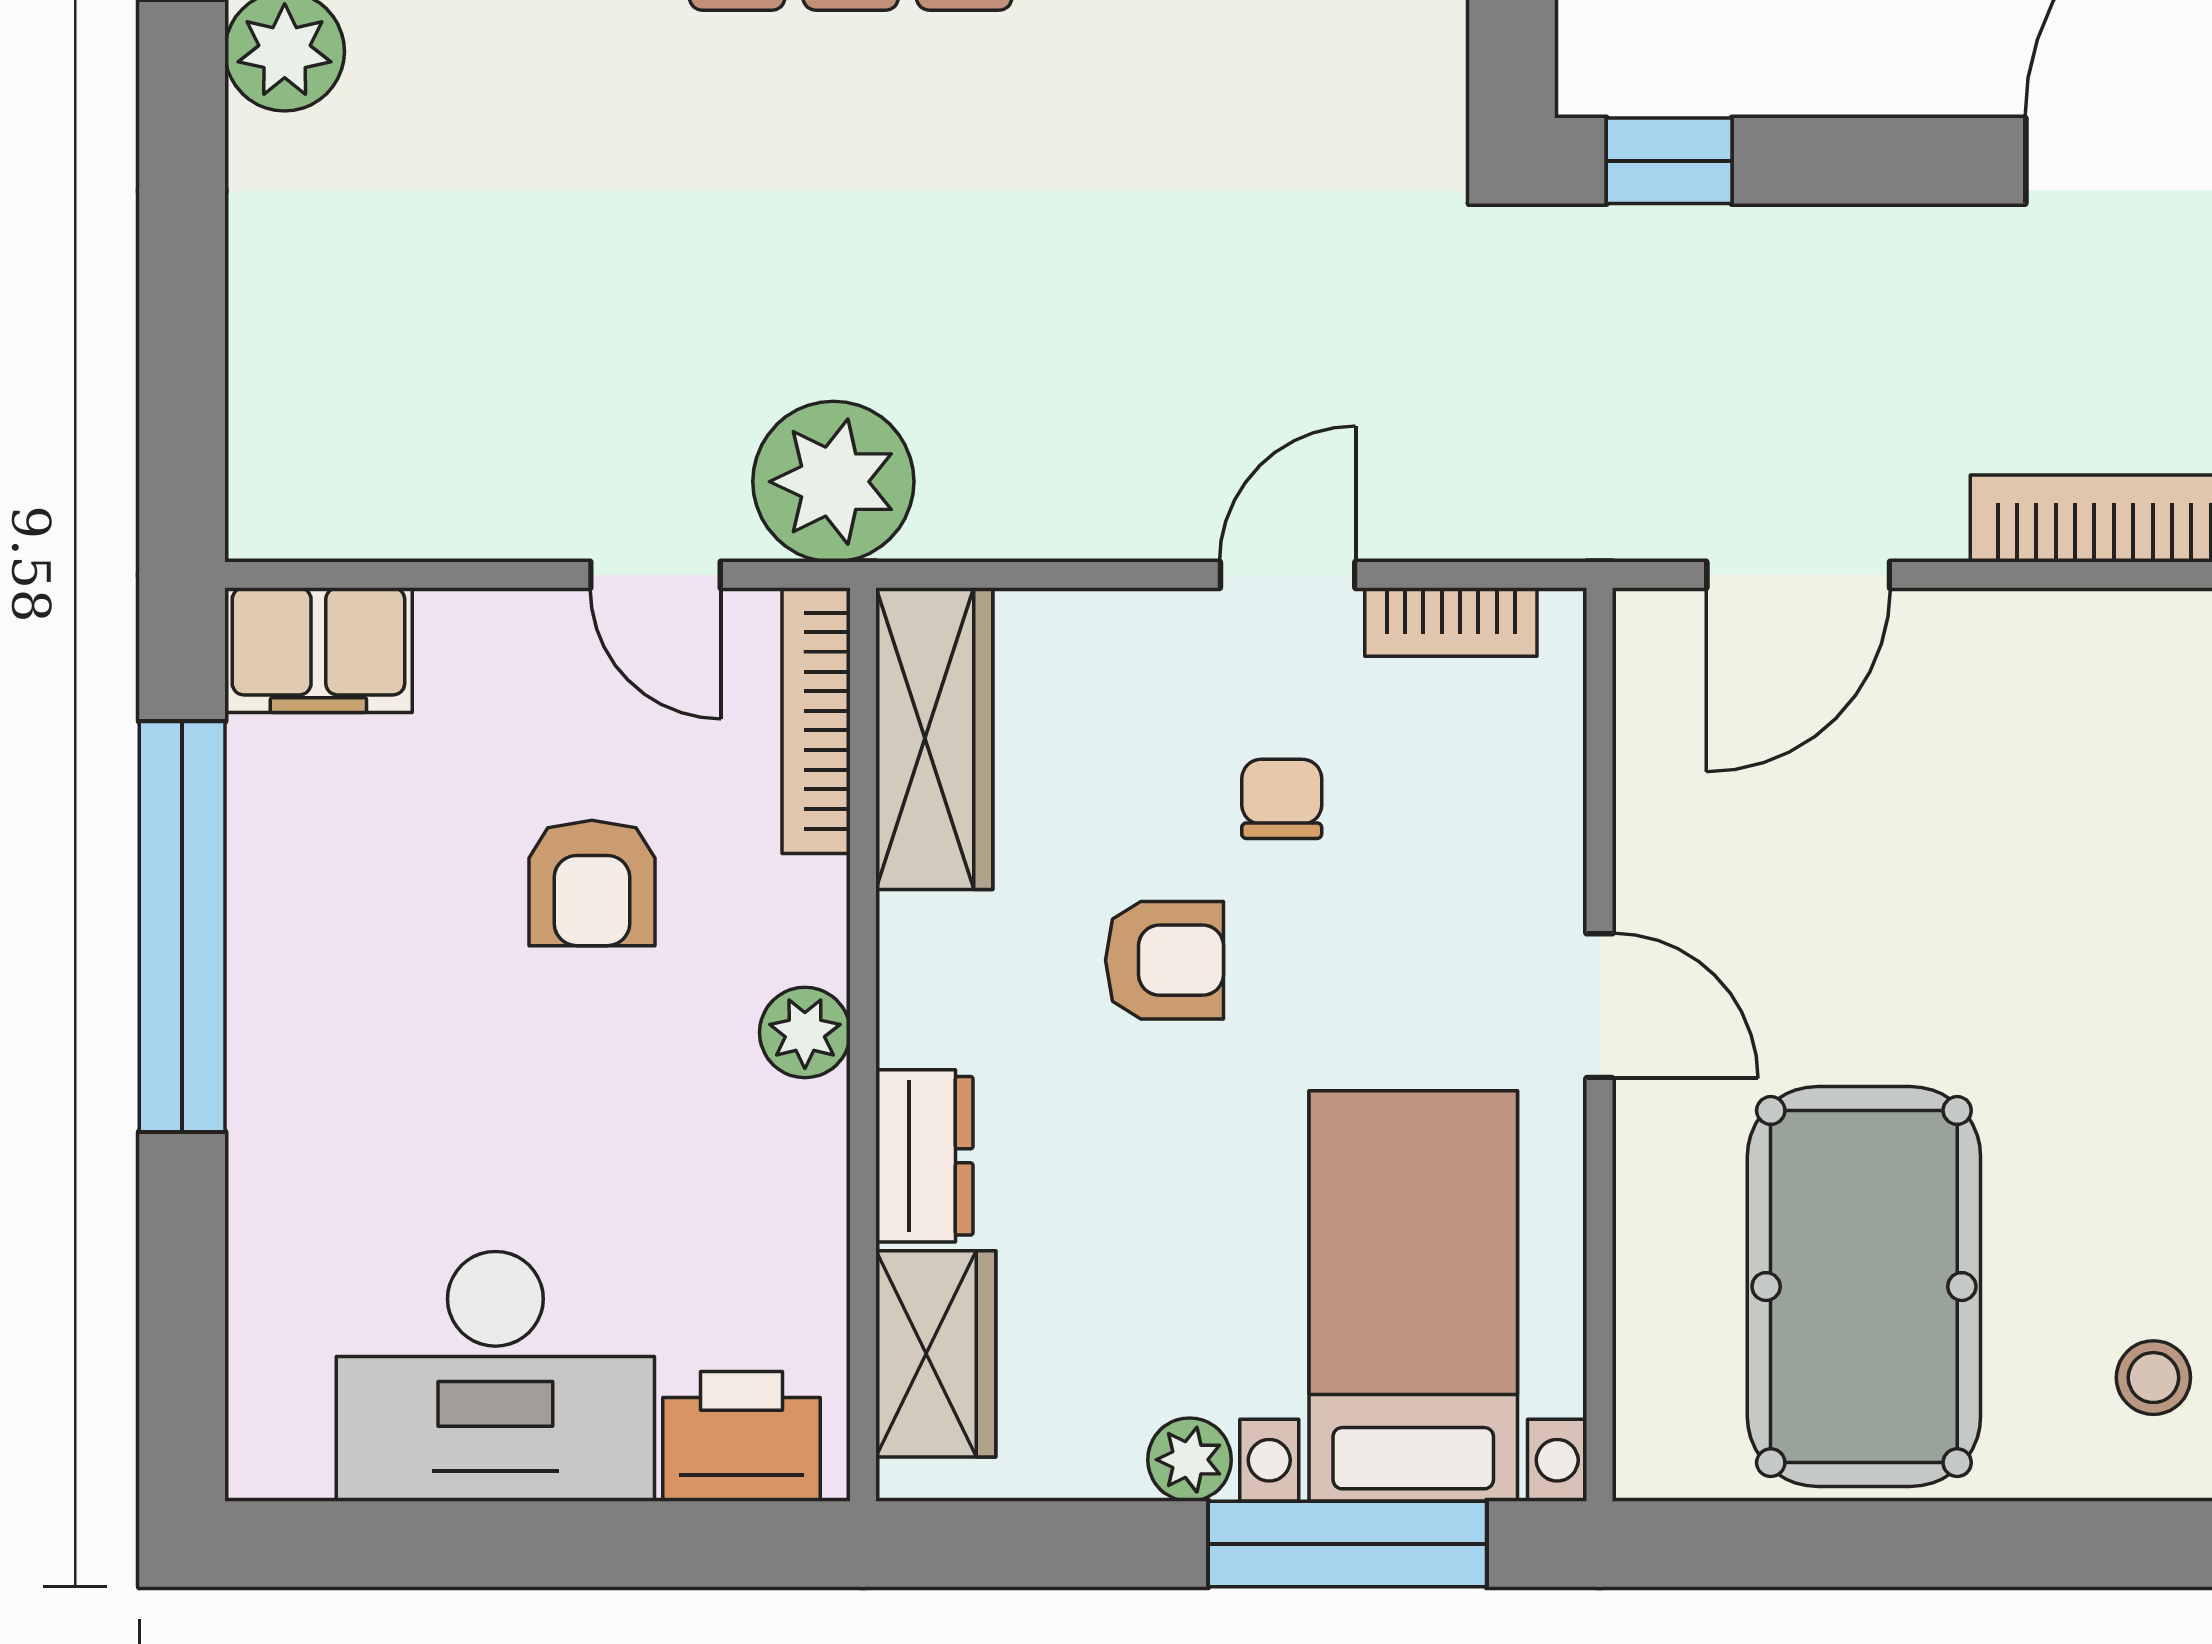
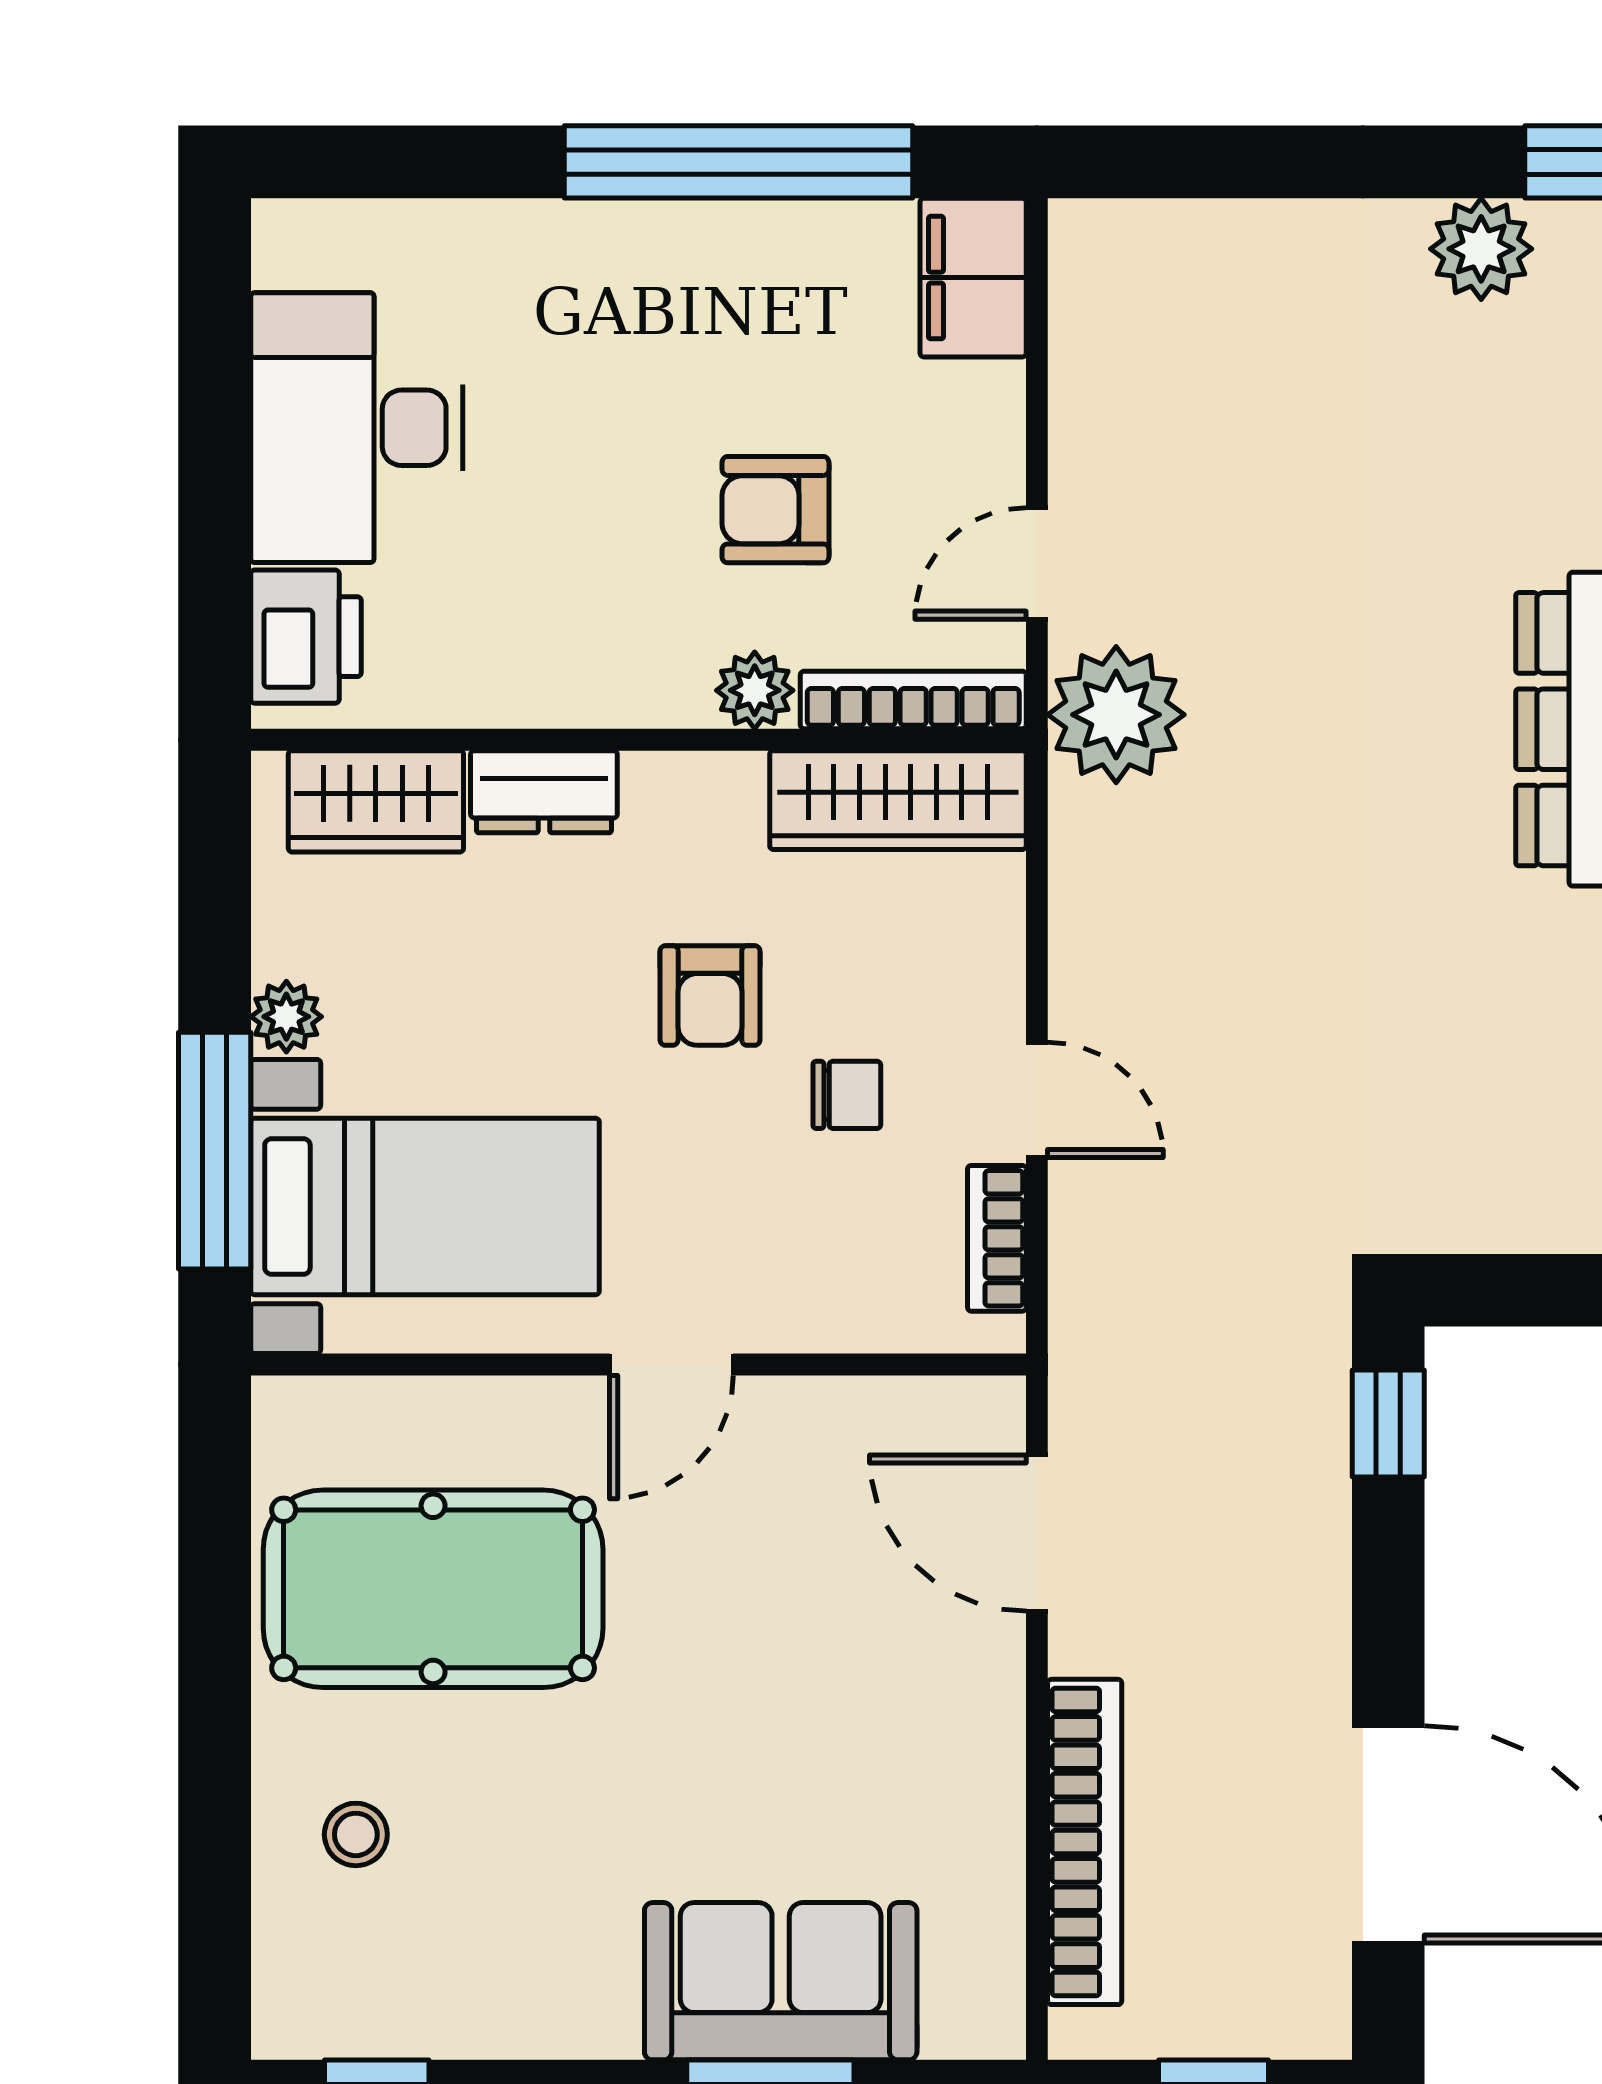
plant: (805, 1032) -> (755, 690), moved

